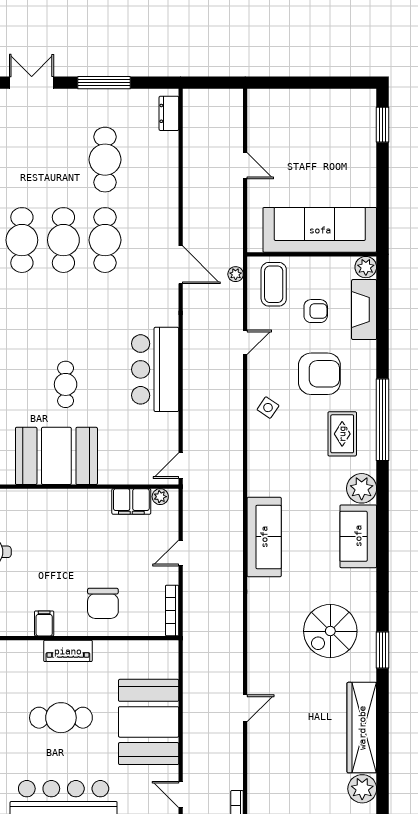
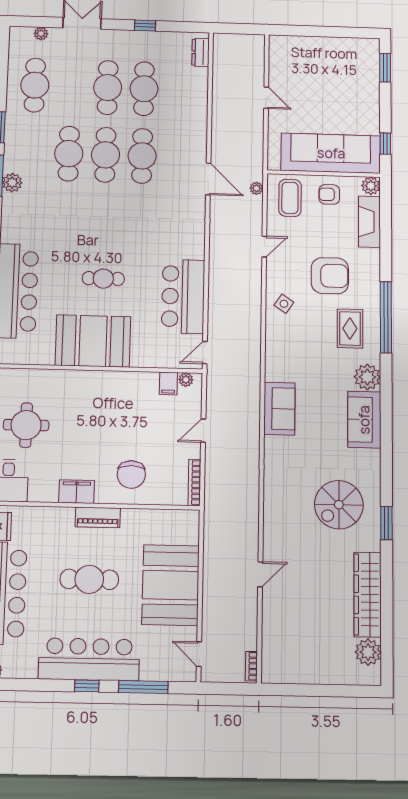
window: (104, 83) -> (145, 25), width x0.46
cafe table: (63, 160) -> (108, 88), added
window: (383, 216) -> (385, 144), added
armchair: (316, 311) -> (329, 194), moved, turned 180
bar counter: (155, 369) -> (183, 296), moved
cafe table: (66, 384) -> (103, 279), turned 90
filing cabinet: (131, 501) -> (168, 383), width x0.50
sofa: (264, 537) -> (279, 409), width x0.73
filing cabinet: (44, 623) -> (77, 492), width x2.00

